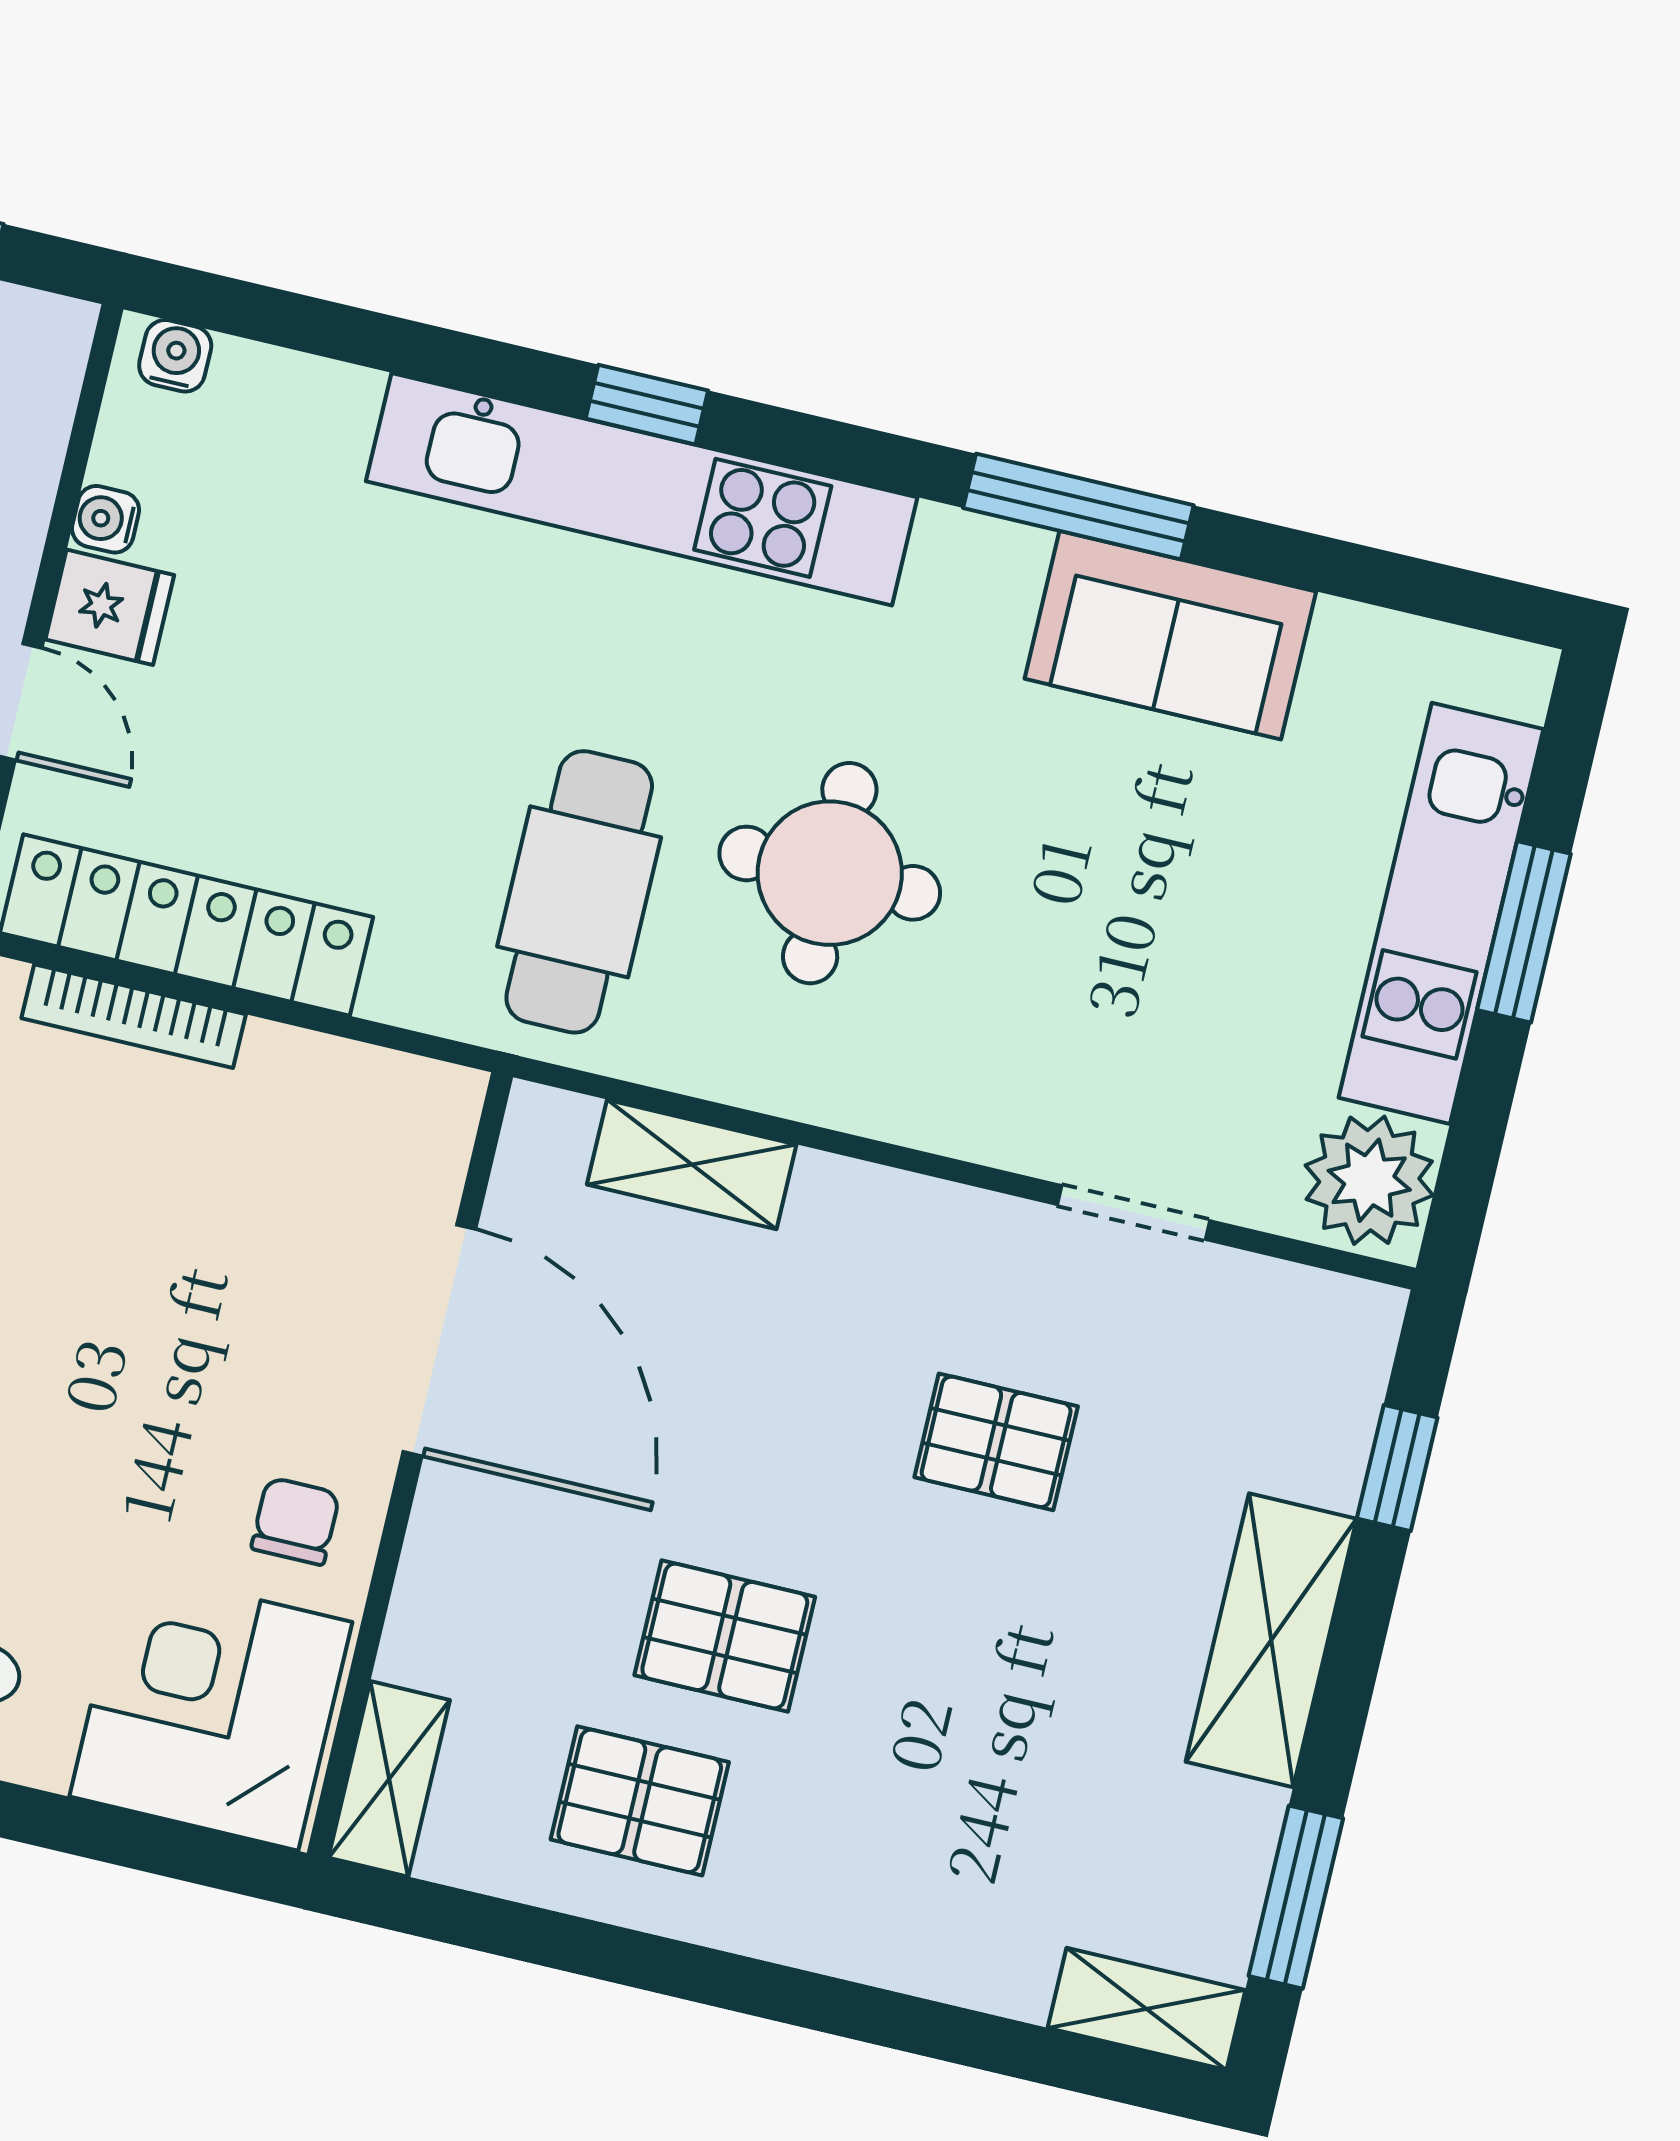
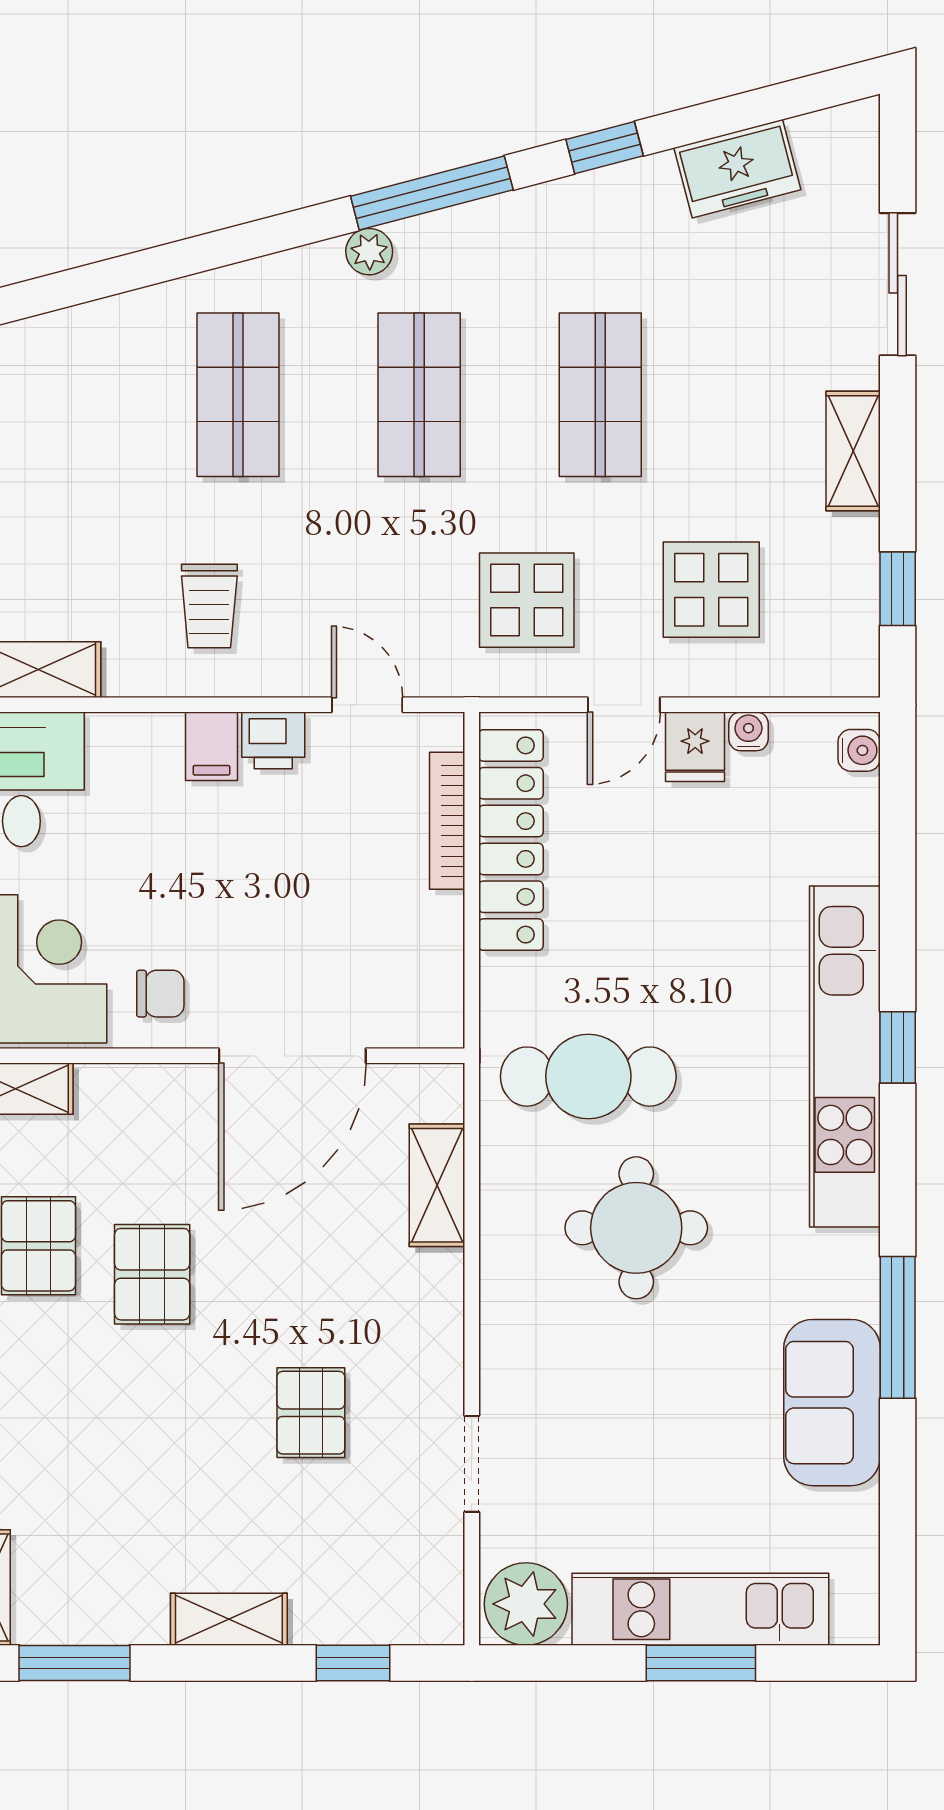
shelving: (1271, 1640) -> (229, 1619), width x0.67, depth x0.75

